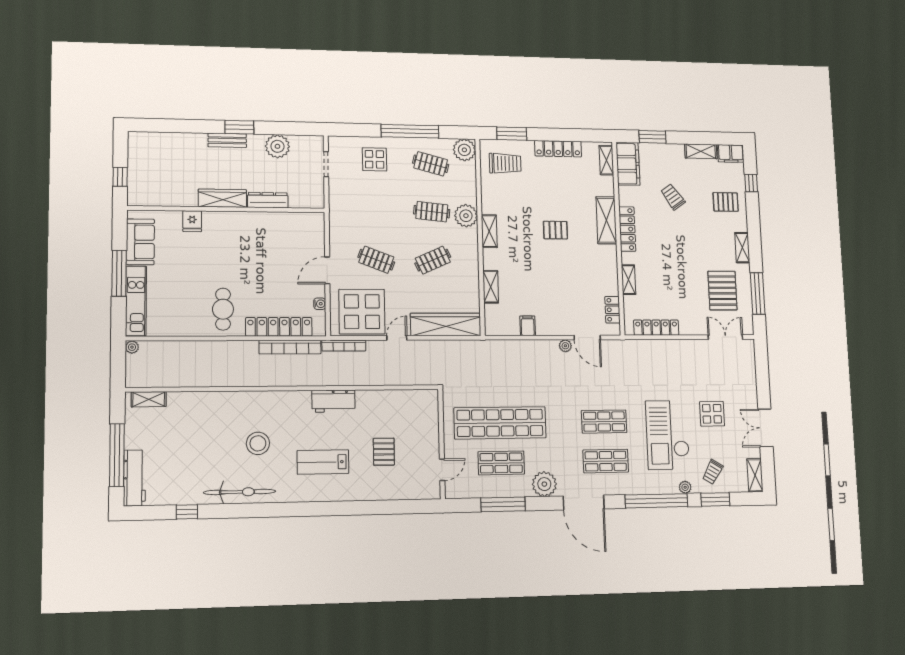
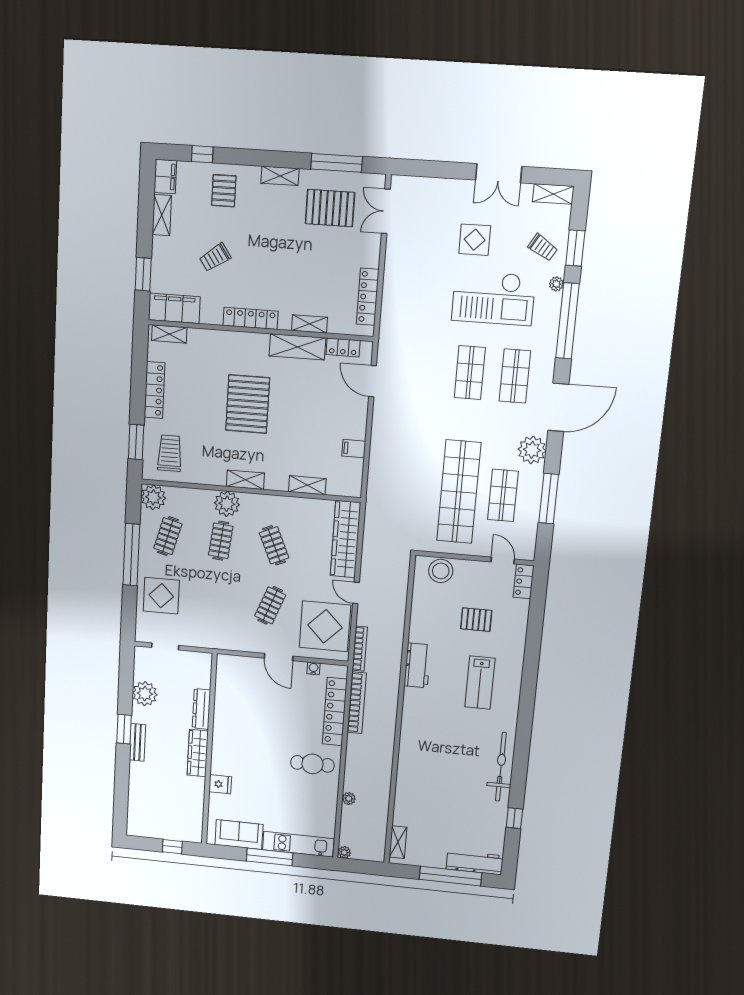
display table: (375, 159) -> (161, 596), width x1.36, depth x1.36
shelving: (606, 220) -> (297, 347), moved
pallet: (555, 230) -> (248, 404), width x2.05, depth x2.00
door: (587, 337) -> (372, 381), swing flipped
plant: (565, 346) -> (349, 799), moved
stool: (258, 443) -> (441, 571), moved
locker: (425, 491) -> (524, 581), added

